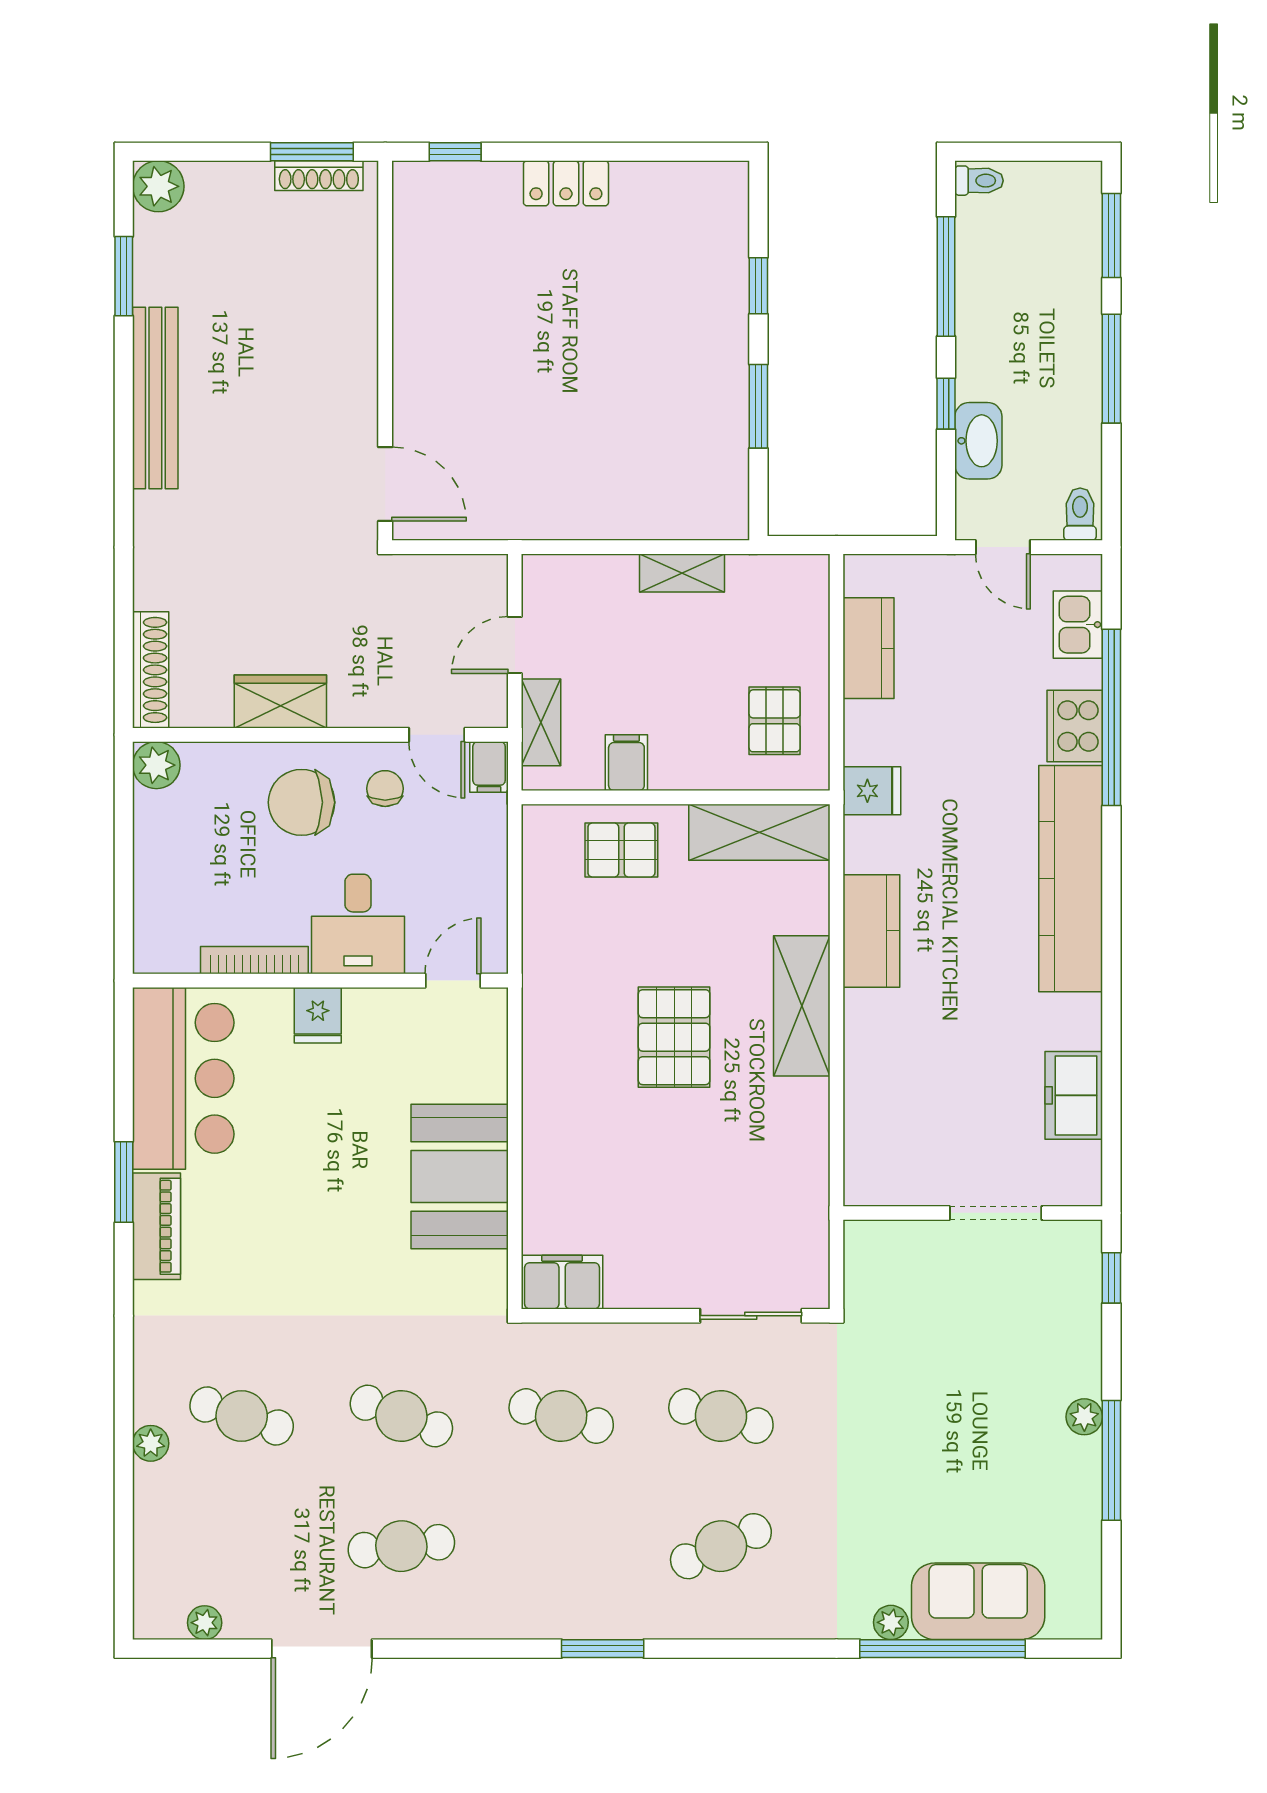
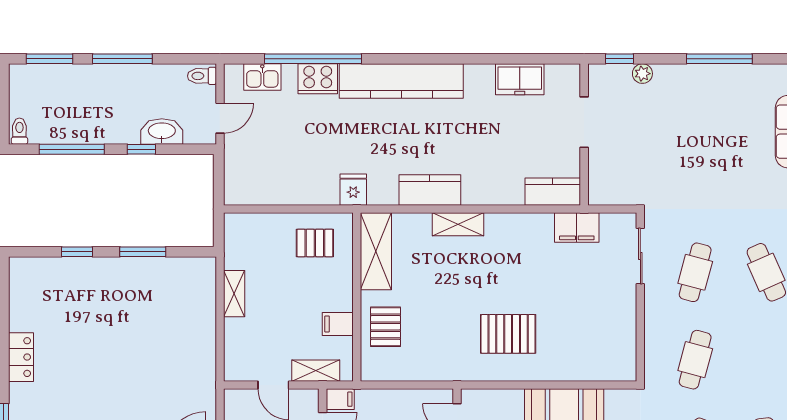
kitchen counter: (868, 648) -> (553, 192), moved
shelving: (802, 1006) -> (458, 224), width x0.67, depth x0.75
pallet: (674, 1037) -> (508, 334), moved
filing cabinet: (562, 1282) -> (577, 228), moved, turned -90
plant: (1084, 1417) -> (642, 74), moved

